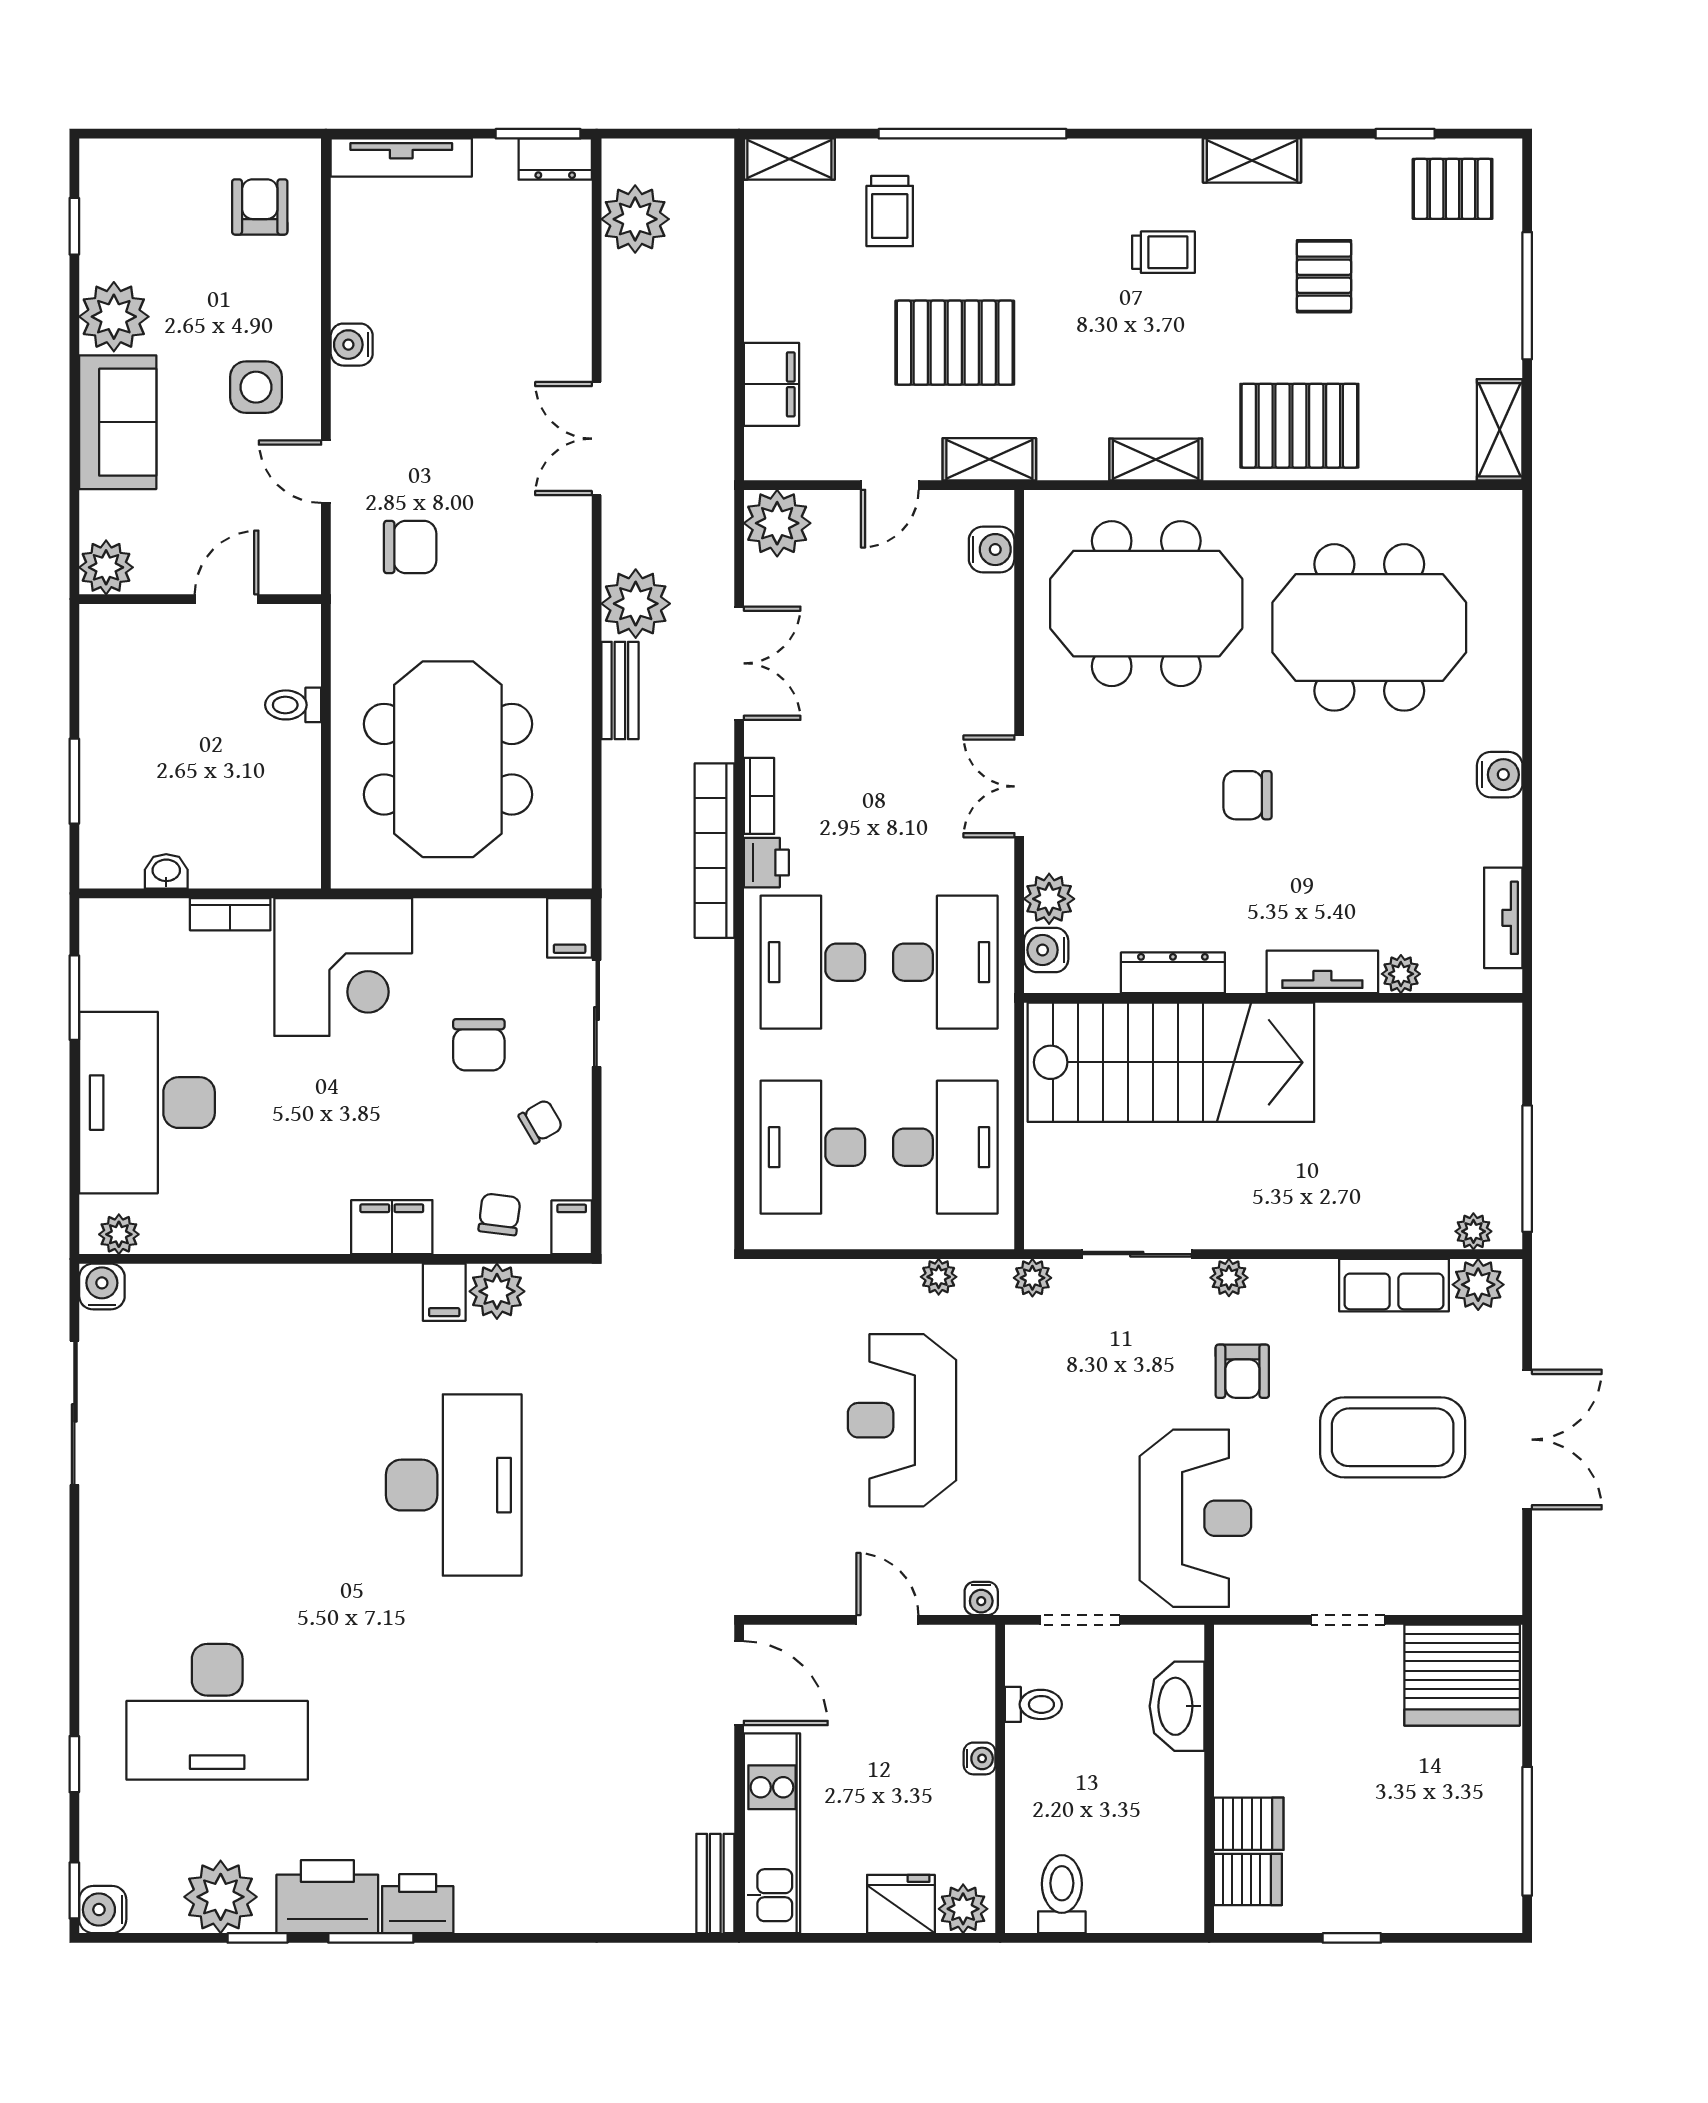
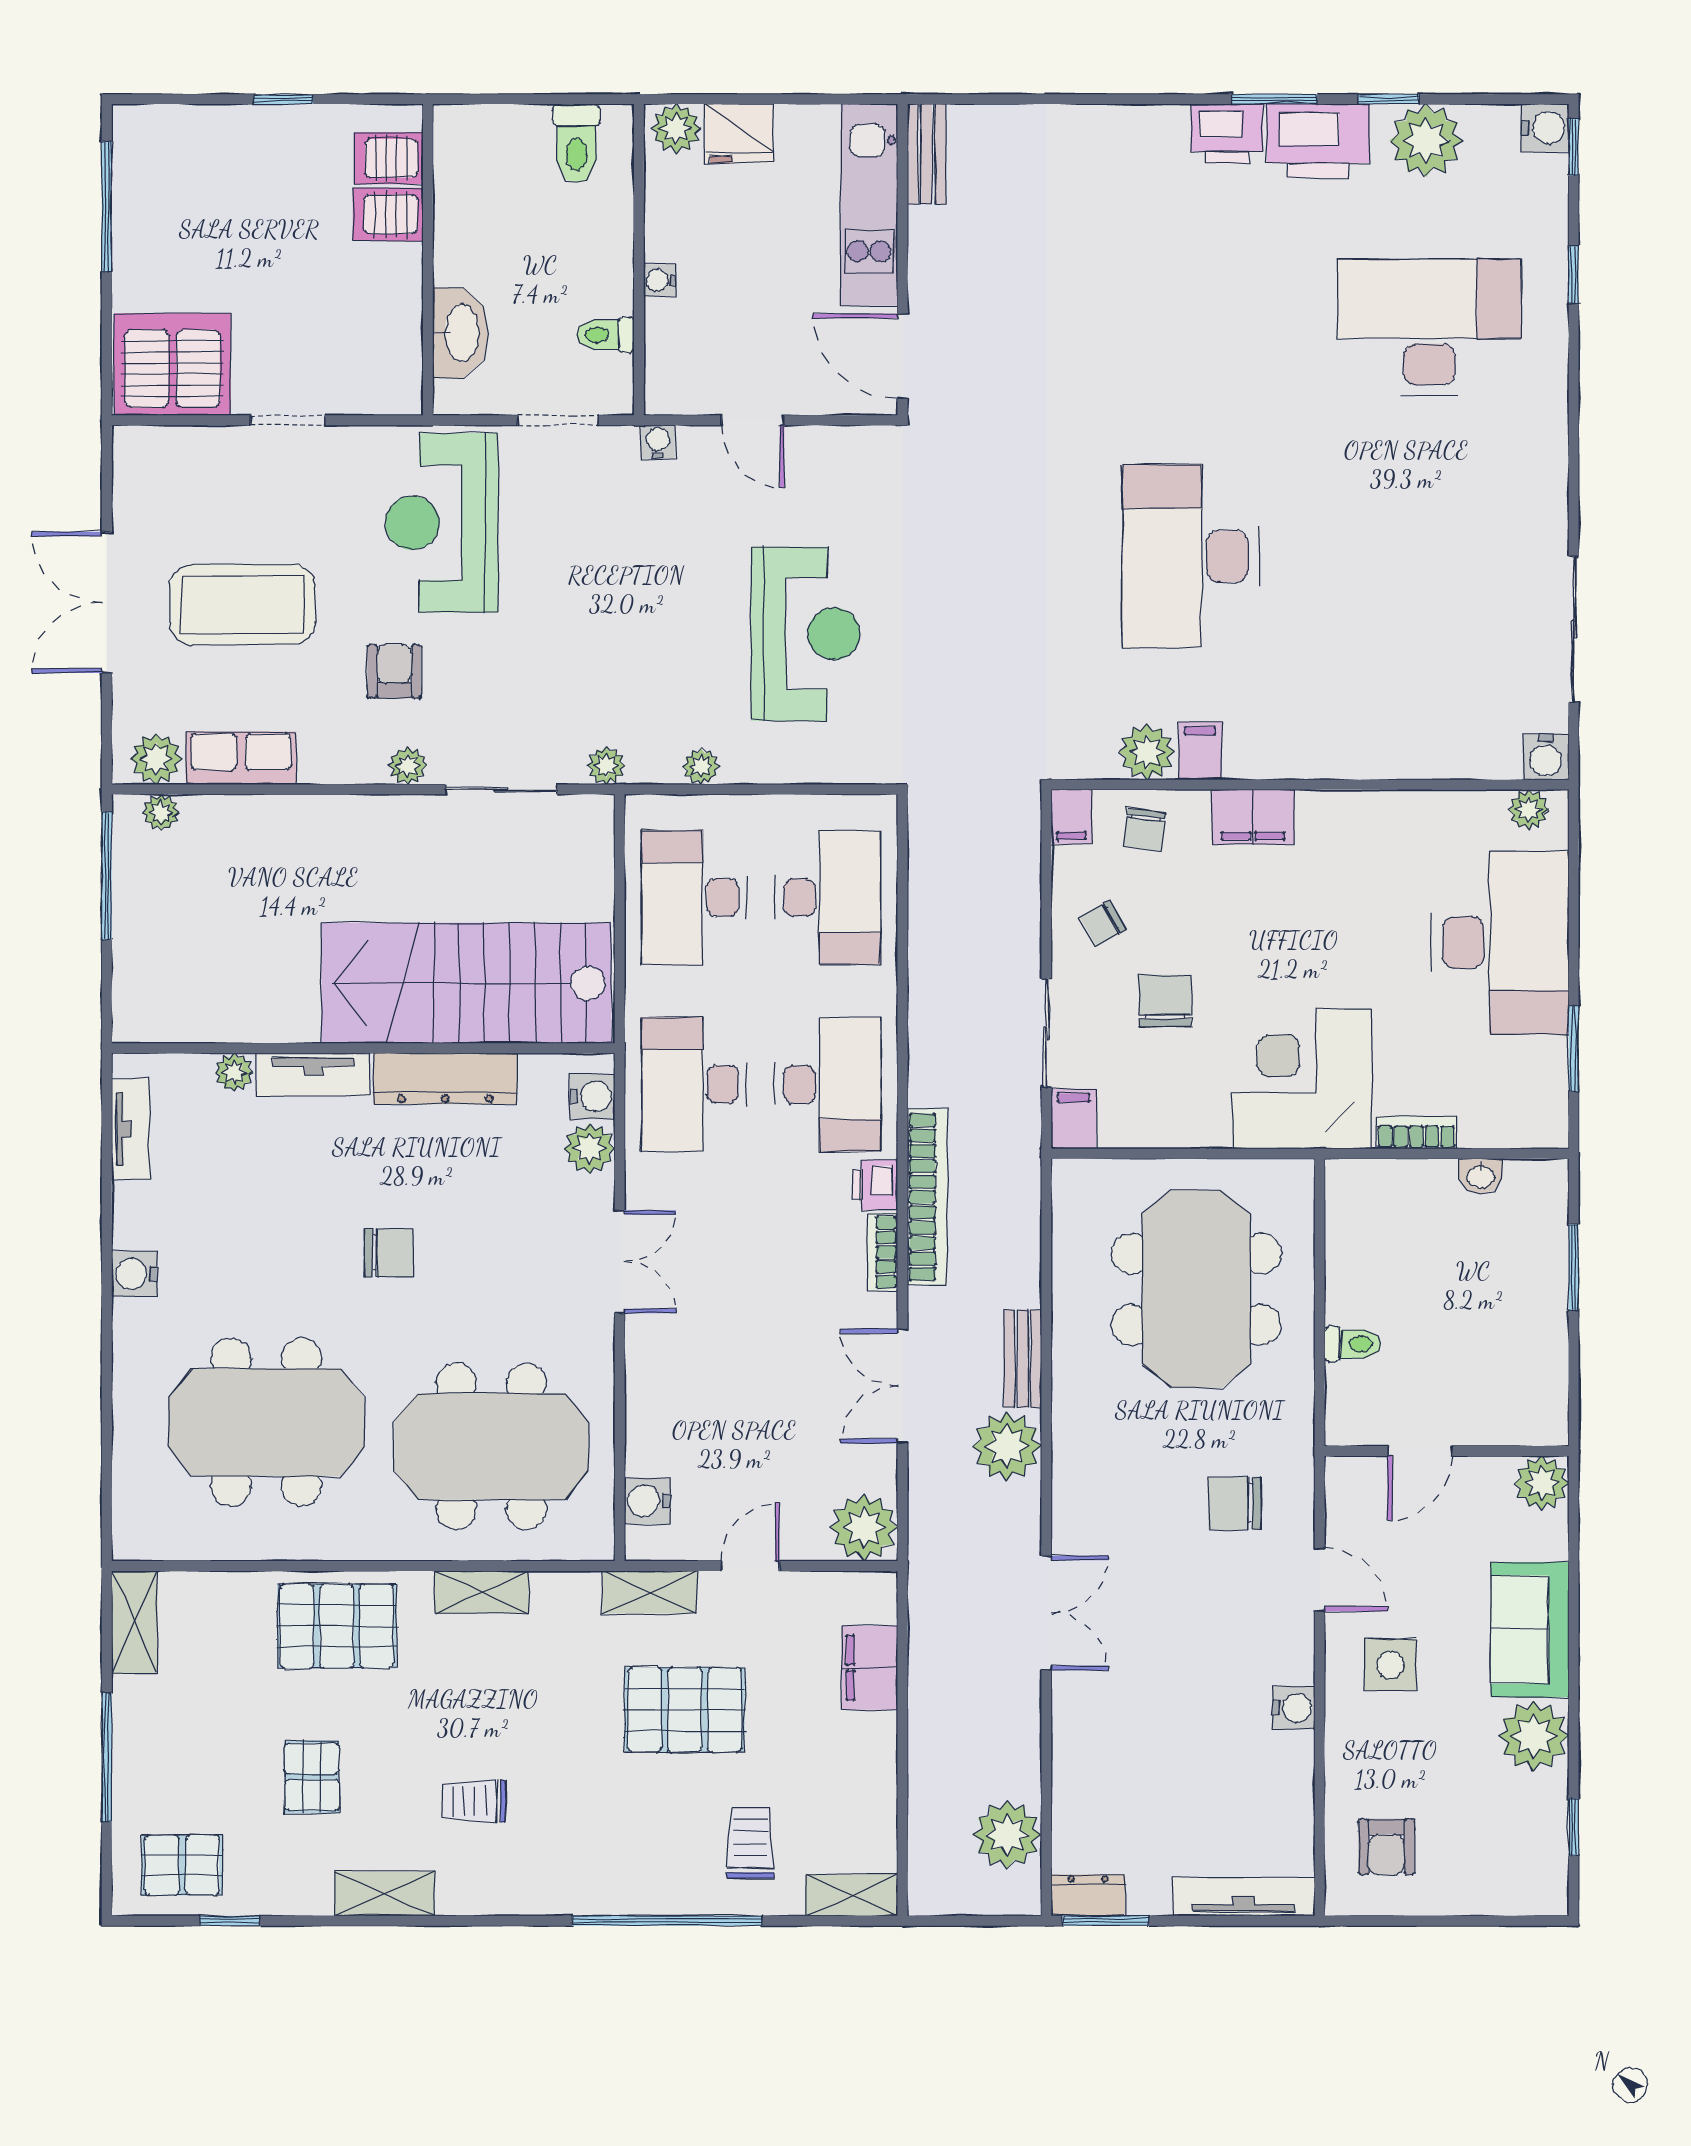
dresser: (1173, 973) -> (445, 1079), width x1.37, depth x1.24
reception desk: (902, 1420) -> (806, 634), moved

